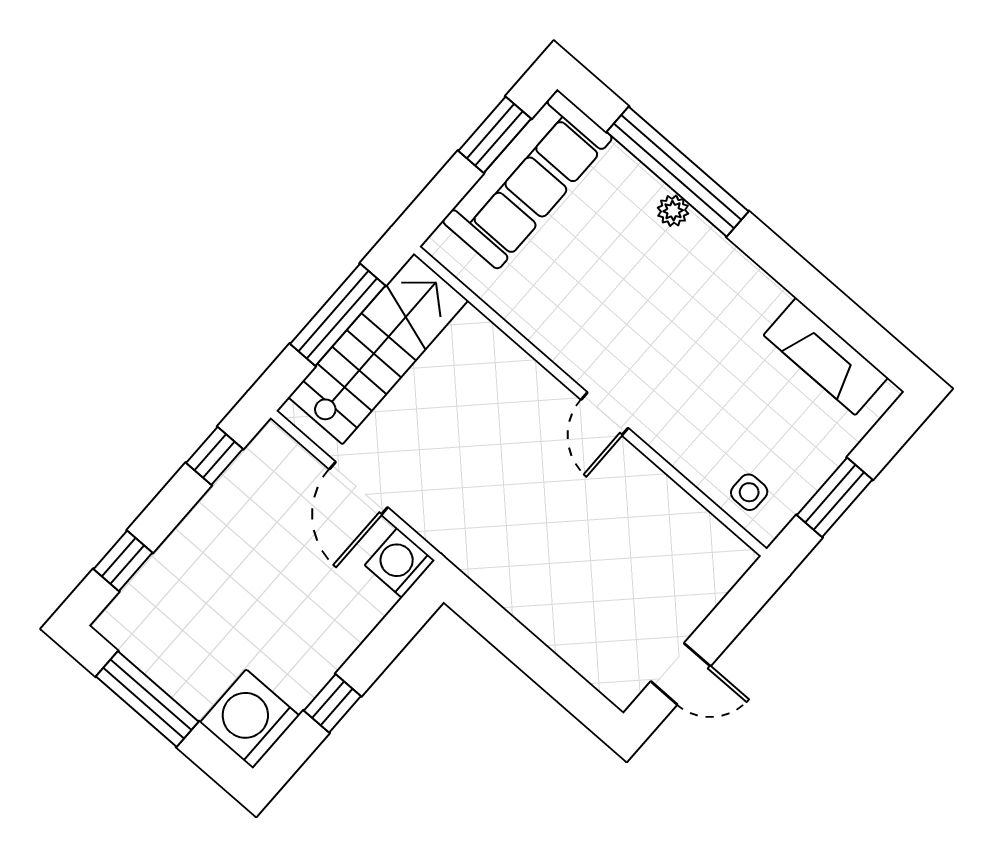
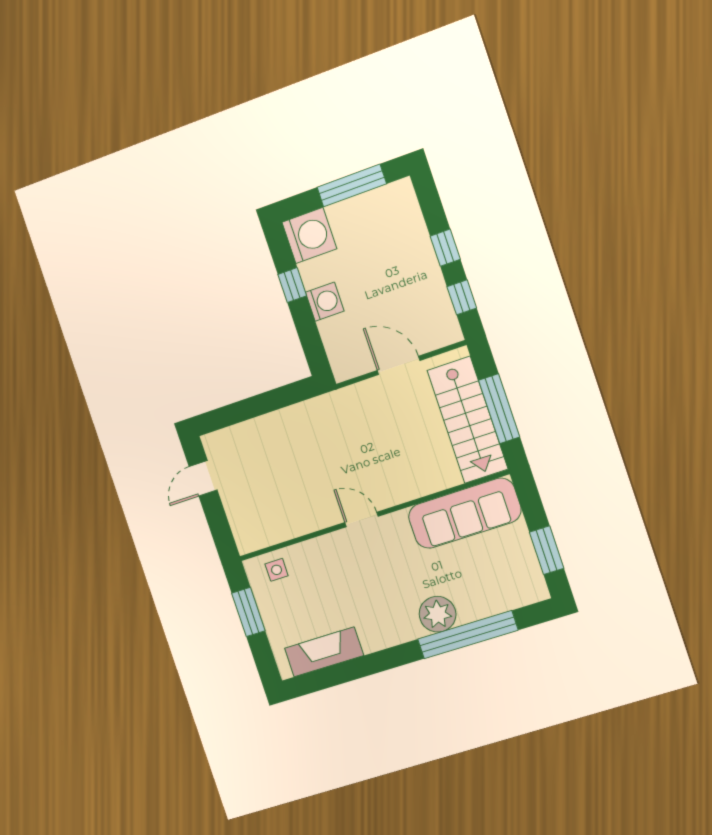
sofa: (527, 180) -> (465, 513), moved, turned -90
plant: (673, 211) -> (438, 614), width x1.88, depth x1.88
window: (123, 561) -> (445, 248), moved
washing machine: (400, 563) -> (325, 302), moved

